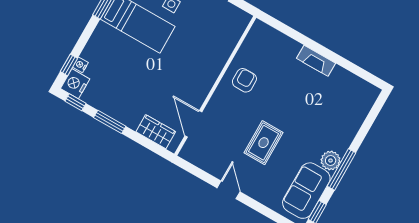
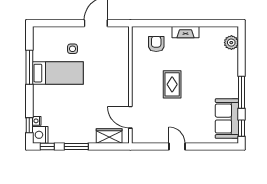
armchair: (244, 80) -> (156, 44), moved
rug: (264, 143) -> (172, 84), moved
plant: (331, 161) -> (231, 43), moved

